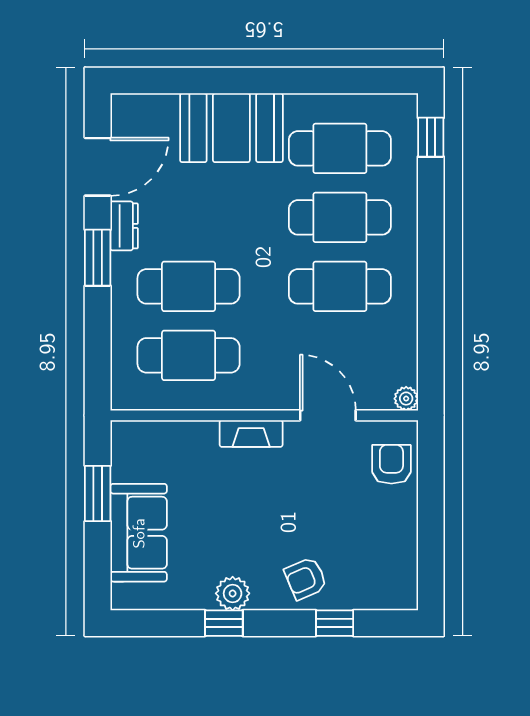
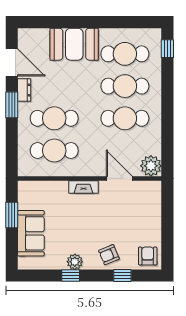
door: (98, 167) -> (12, 62), hinge flipped
plant: (406, 399) -> (151, 166), width x1.88, depth x1.88
armchair: (391, 464) -> (148, 256), moved

